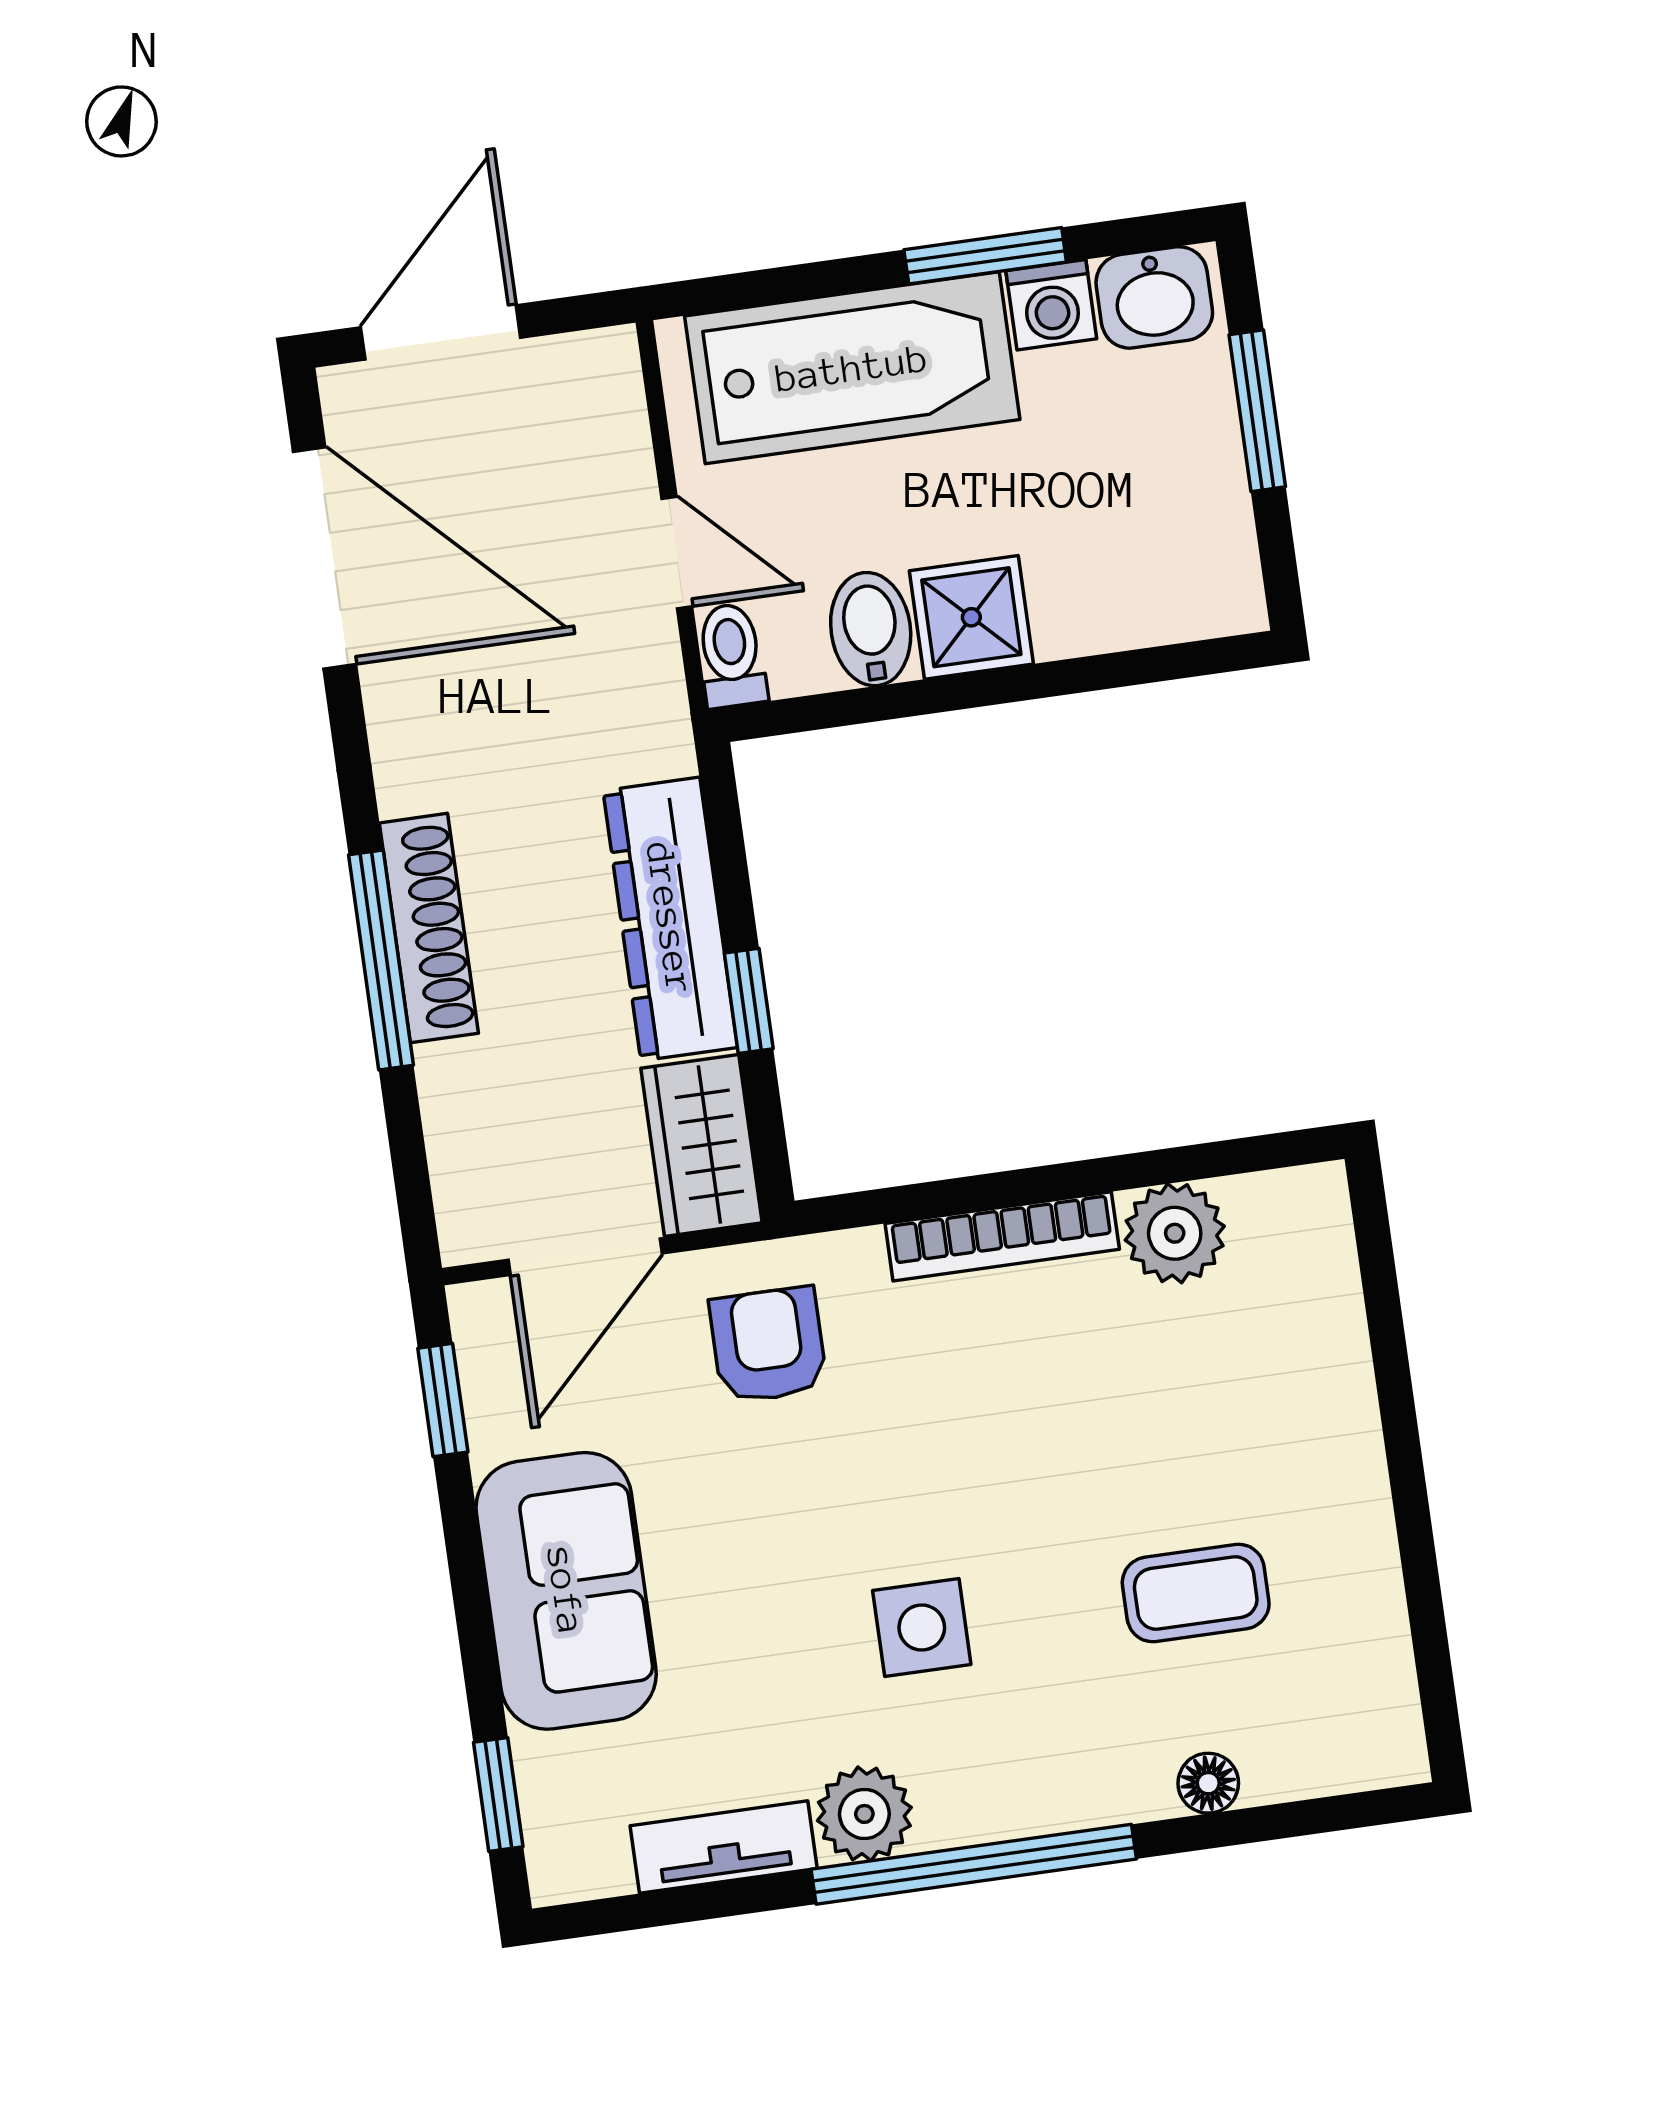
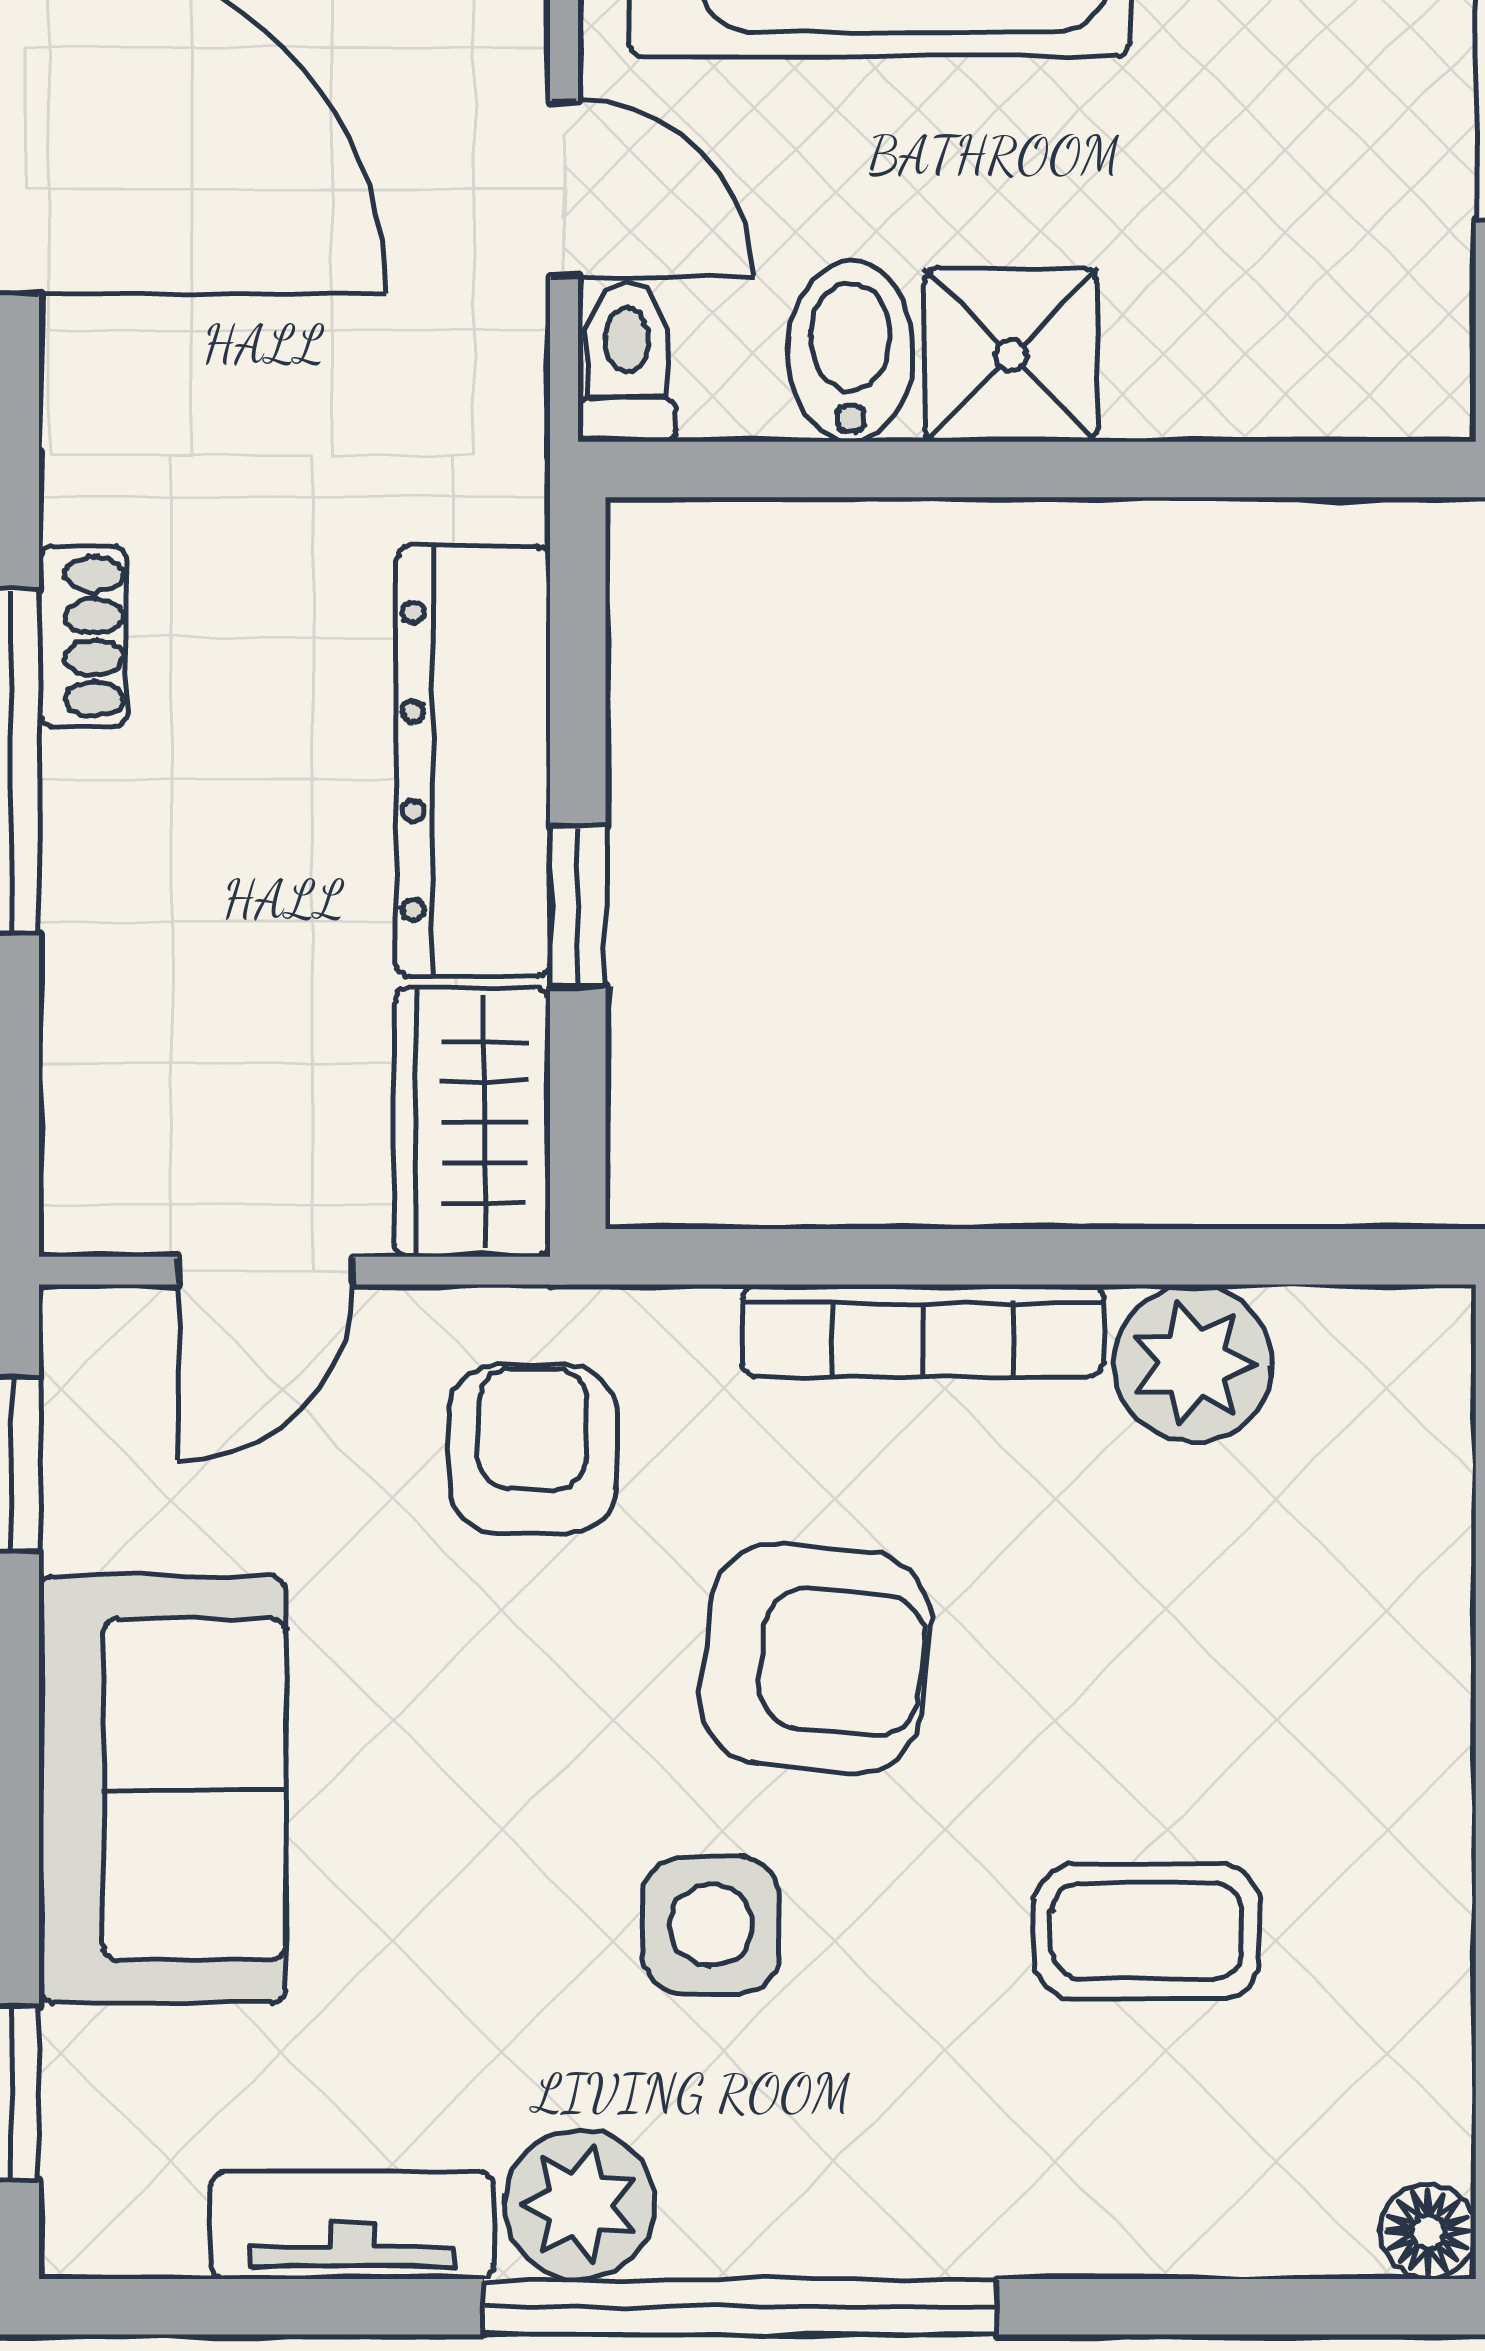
shoe rack: (429, 928) -> (83, 637), width x0.51, depth x0.81
door: (585, 1257) -> (266, 1271), width x0.73
armchair: (964, 1451) -> (815, 1659), added
floor lamp: (1208, 1783) -> (1428, 2232), moved

